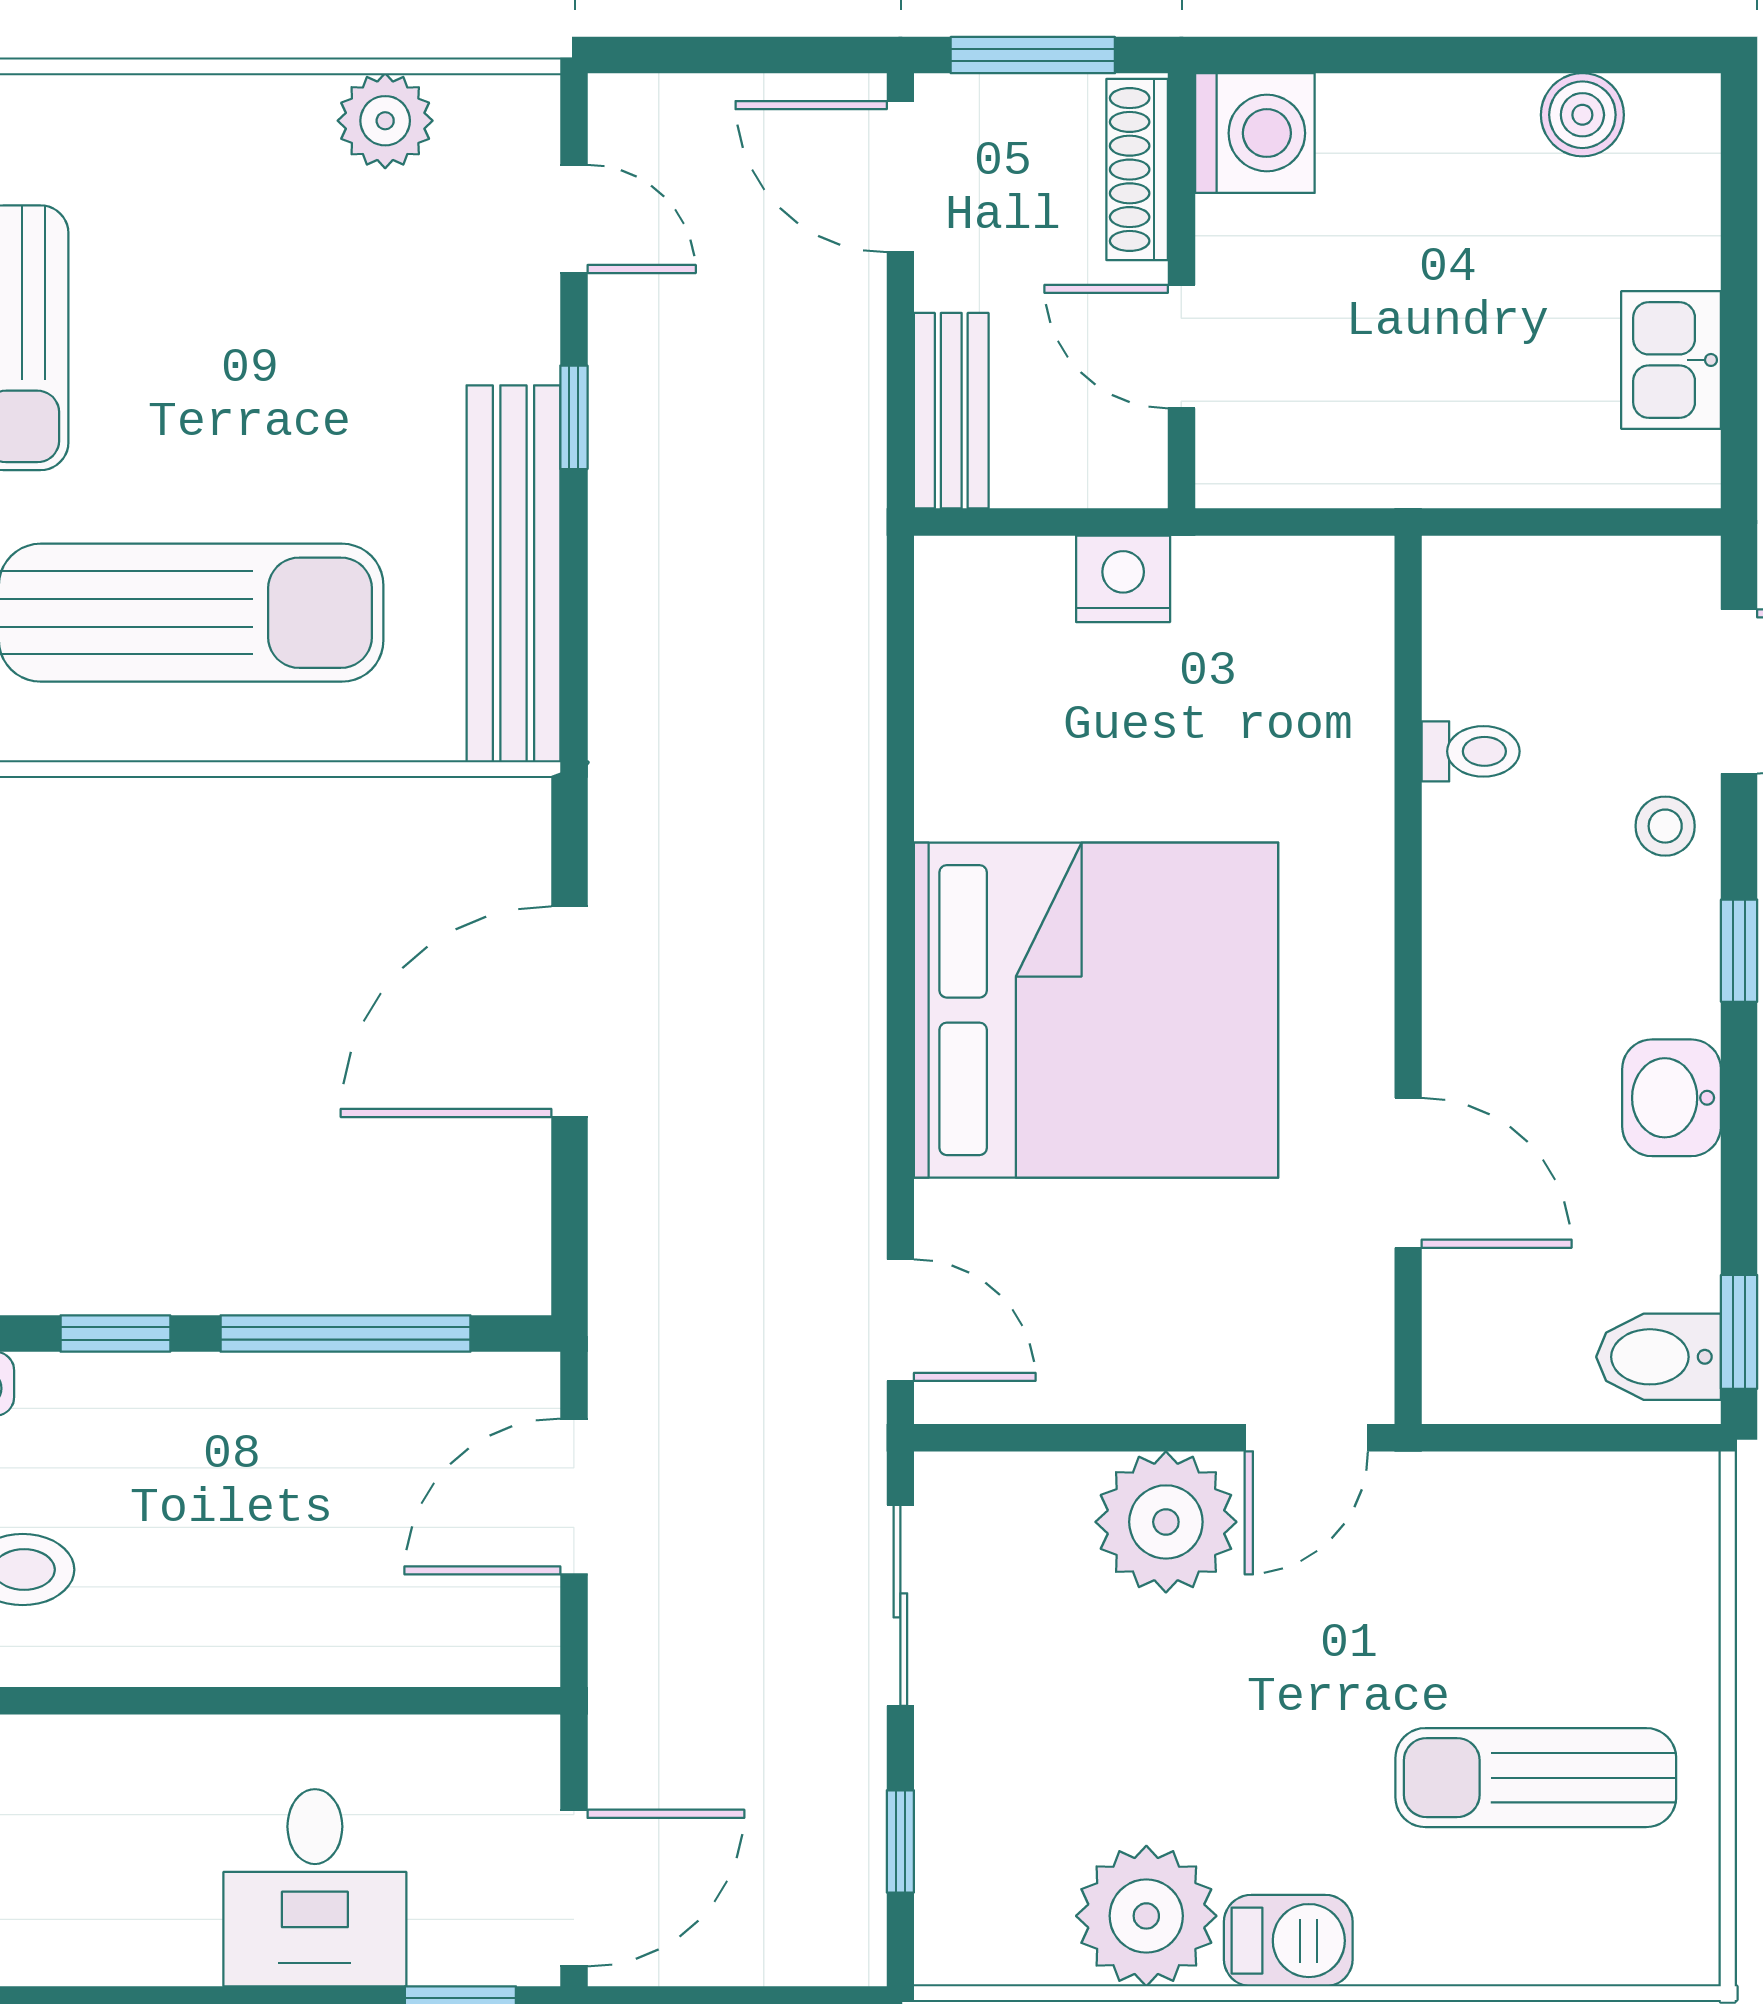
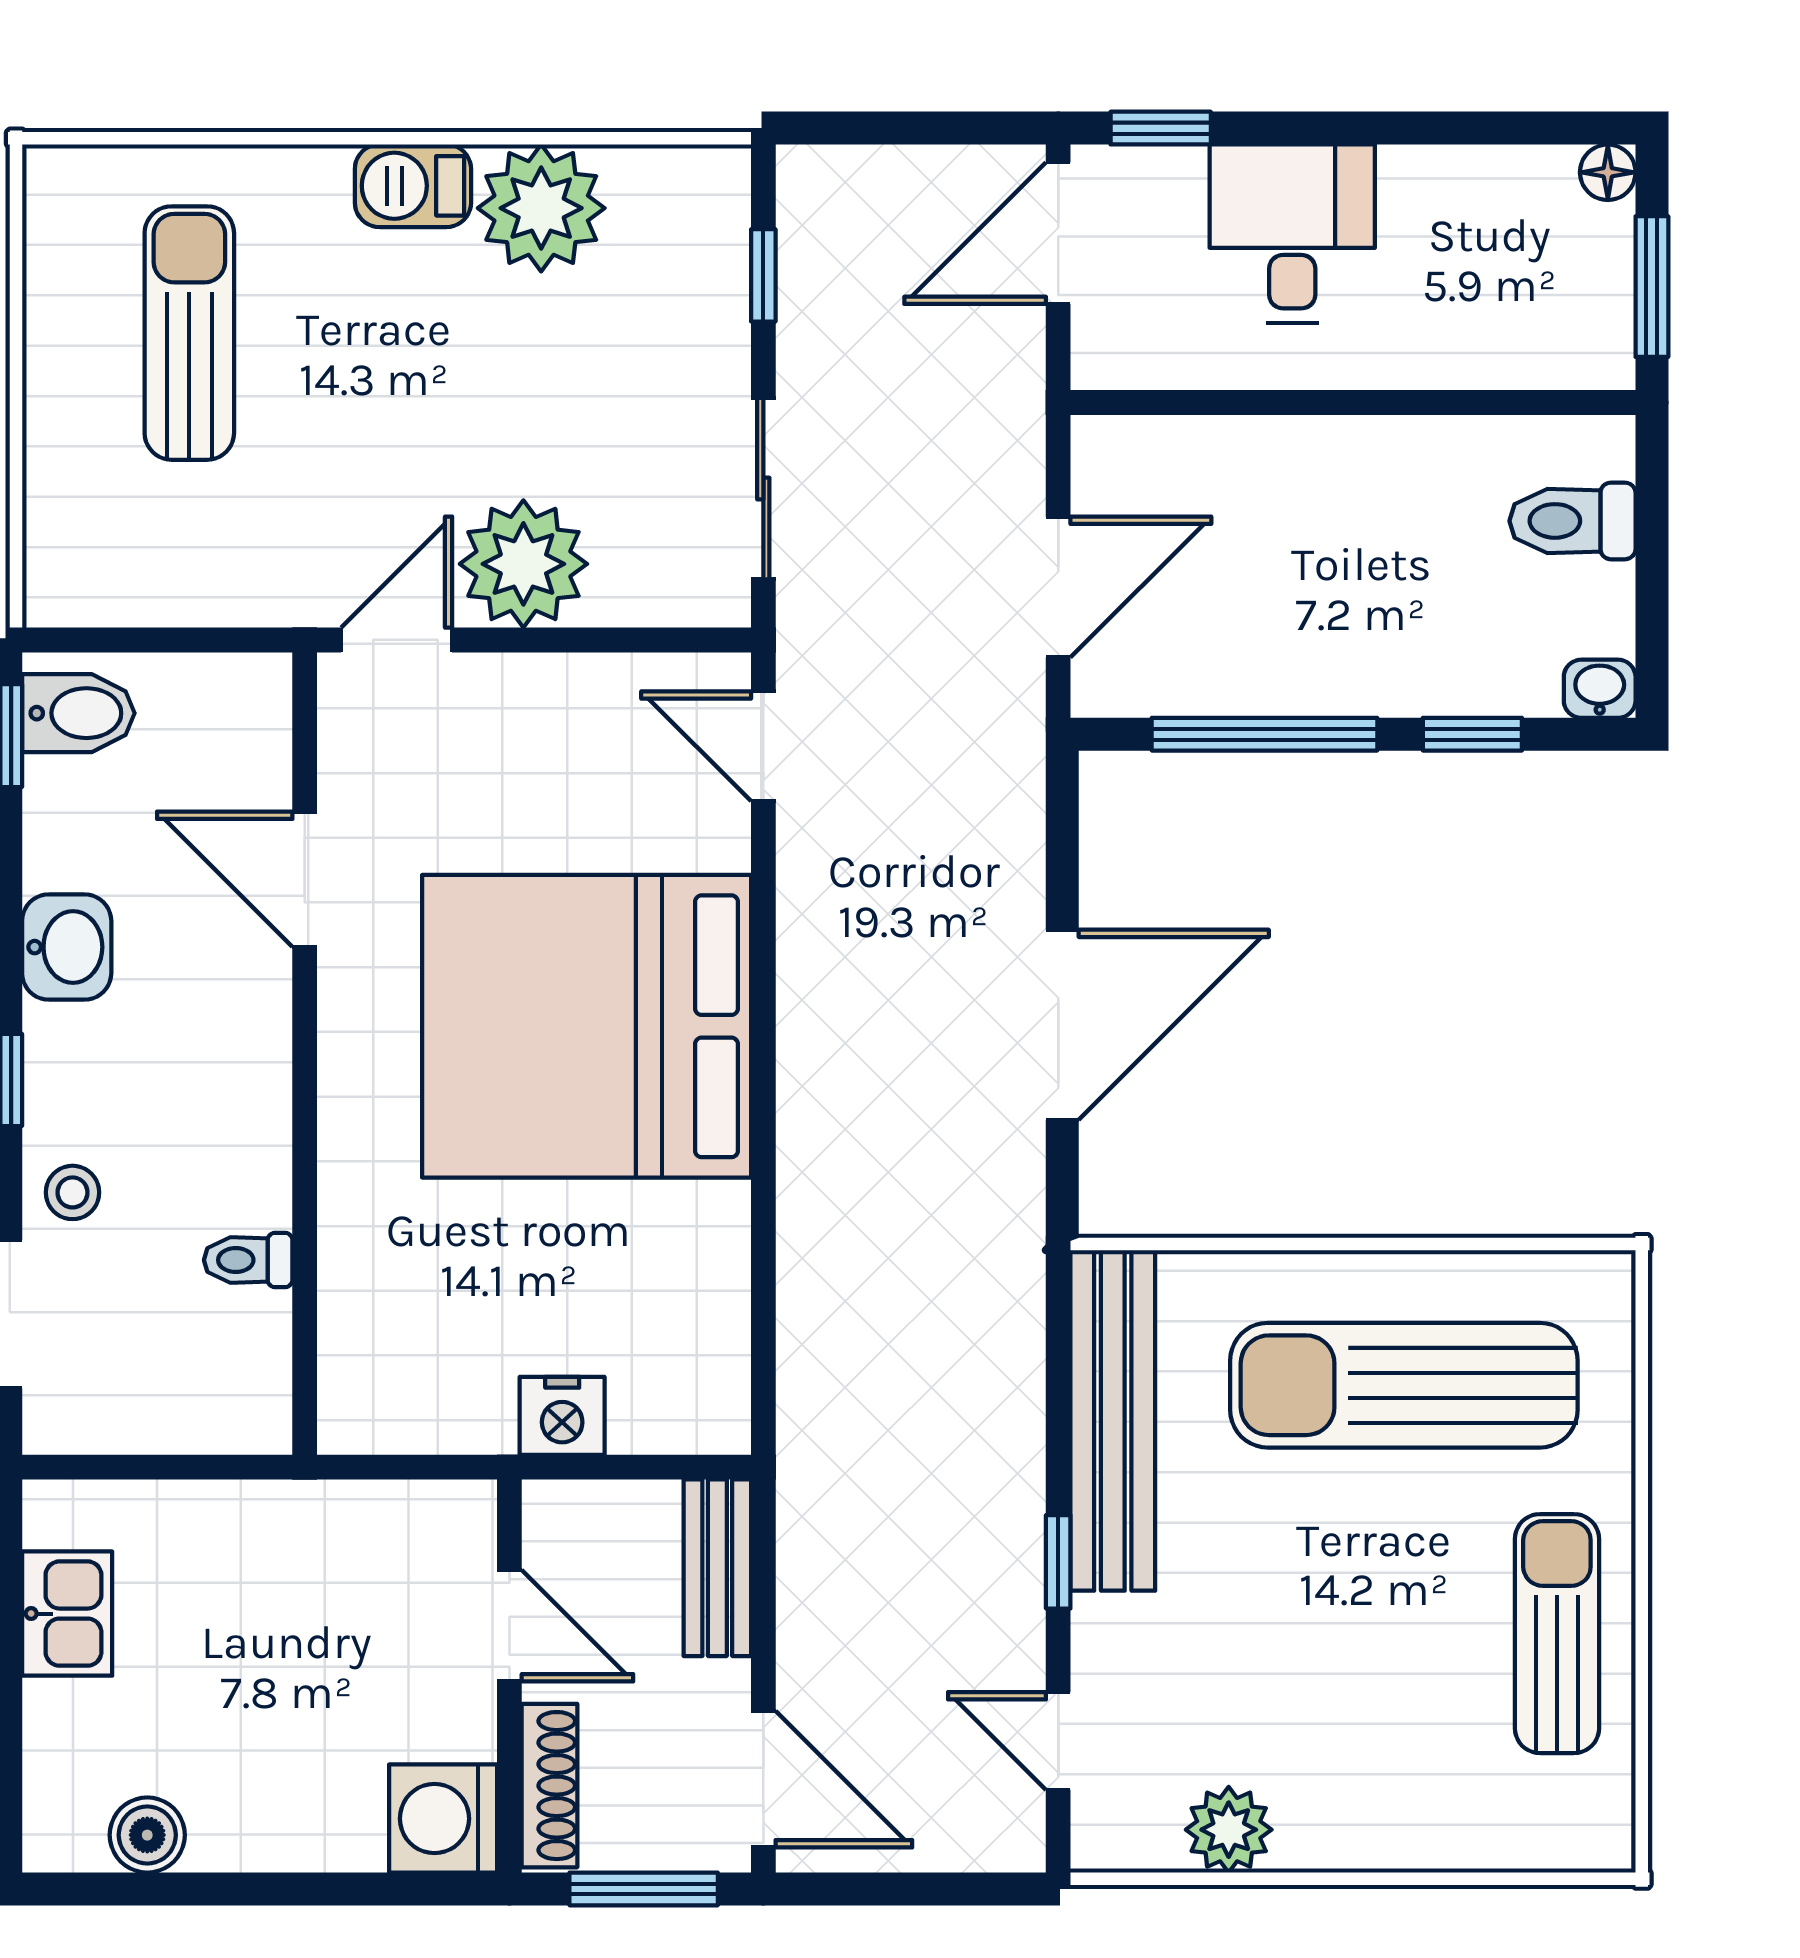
sun lounger: (1536, 1778) -> (189, 333), turned -90

